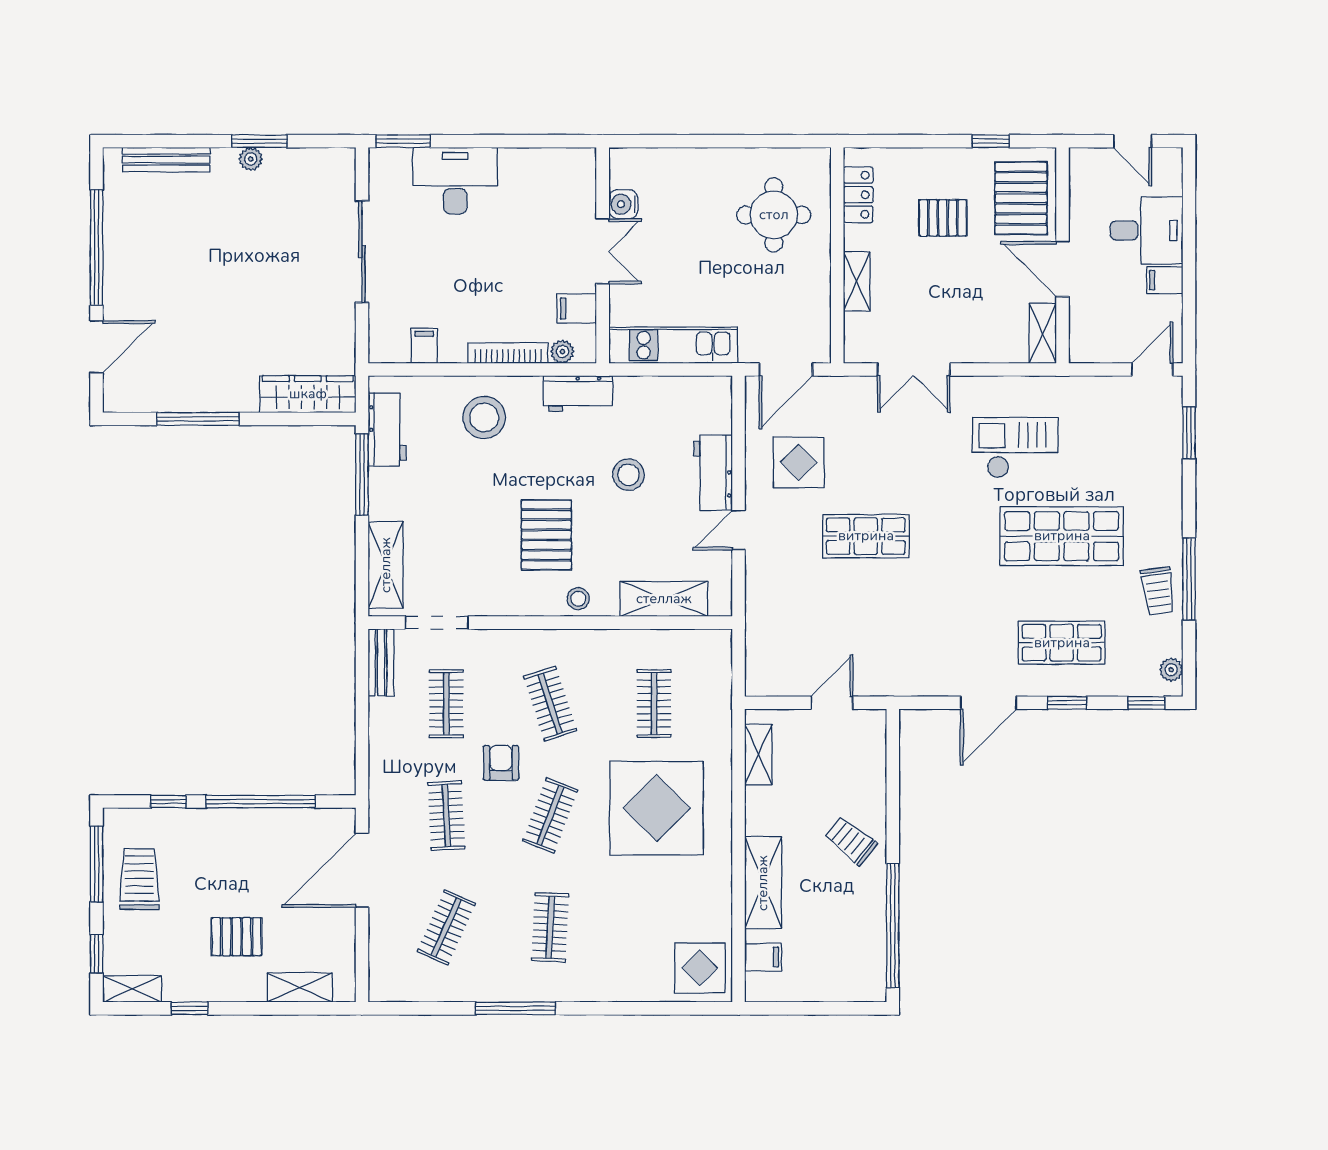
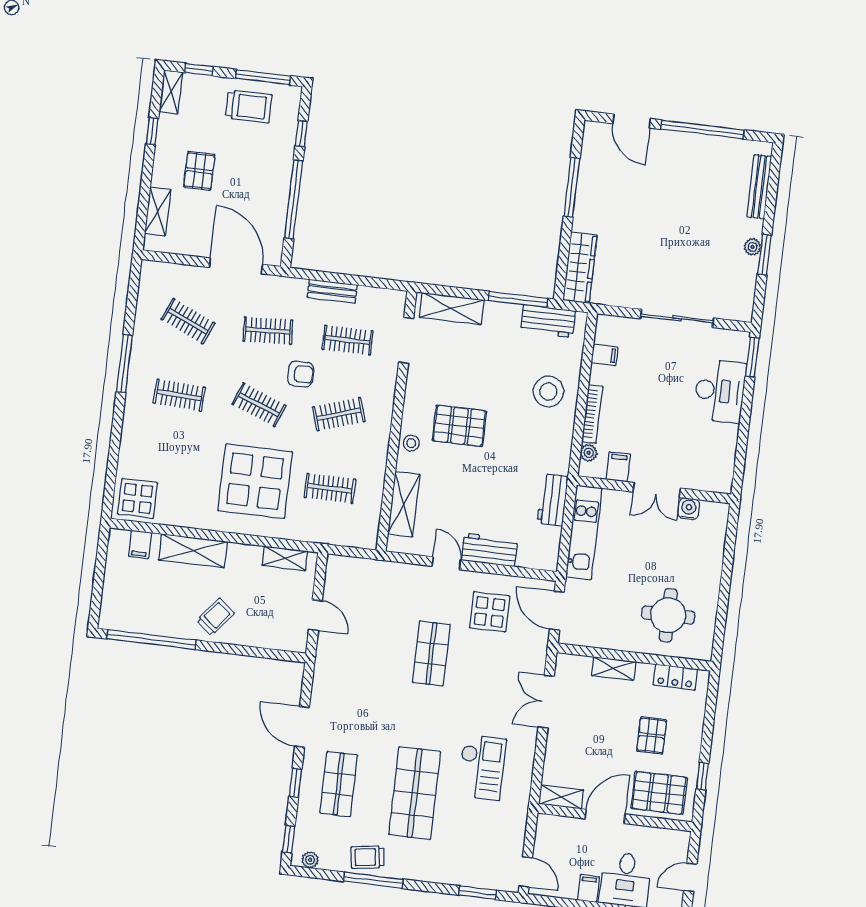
workbench: (578, 394) -> (553, 500), moved
stool: (628, 475) -> (495, 489), removed
bench: (381, 662) -> (332, 291), moved

